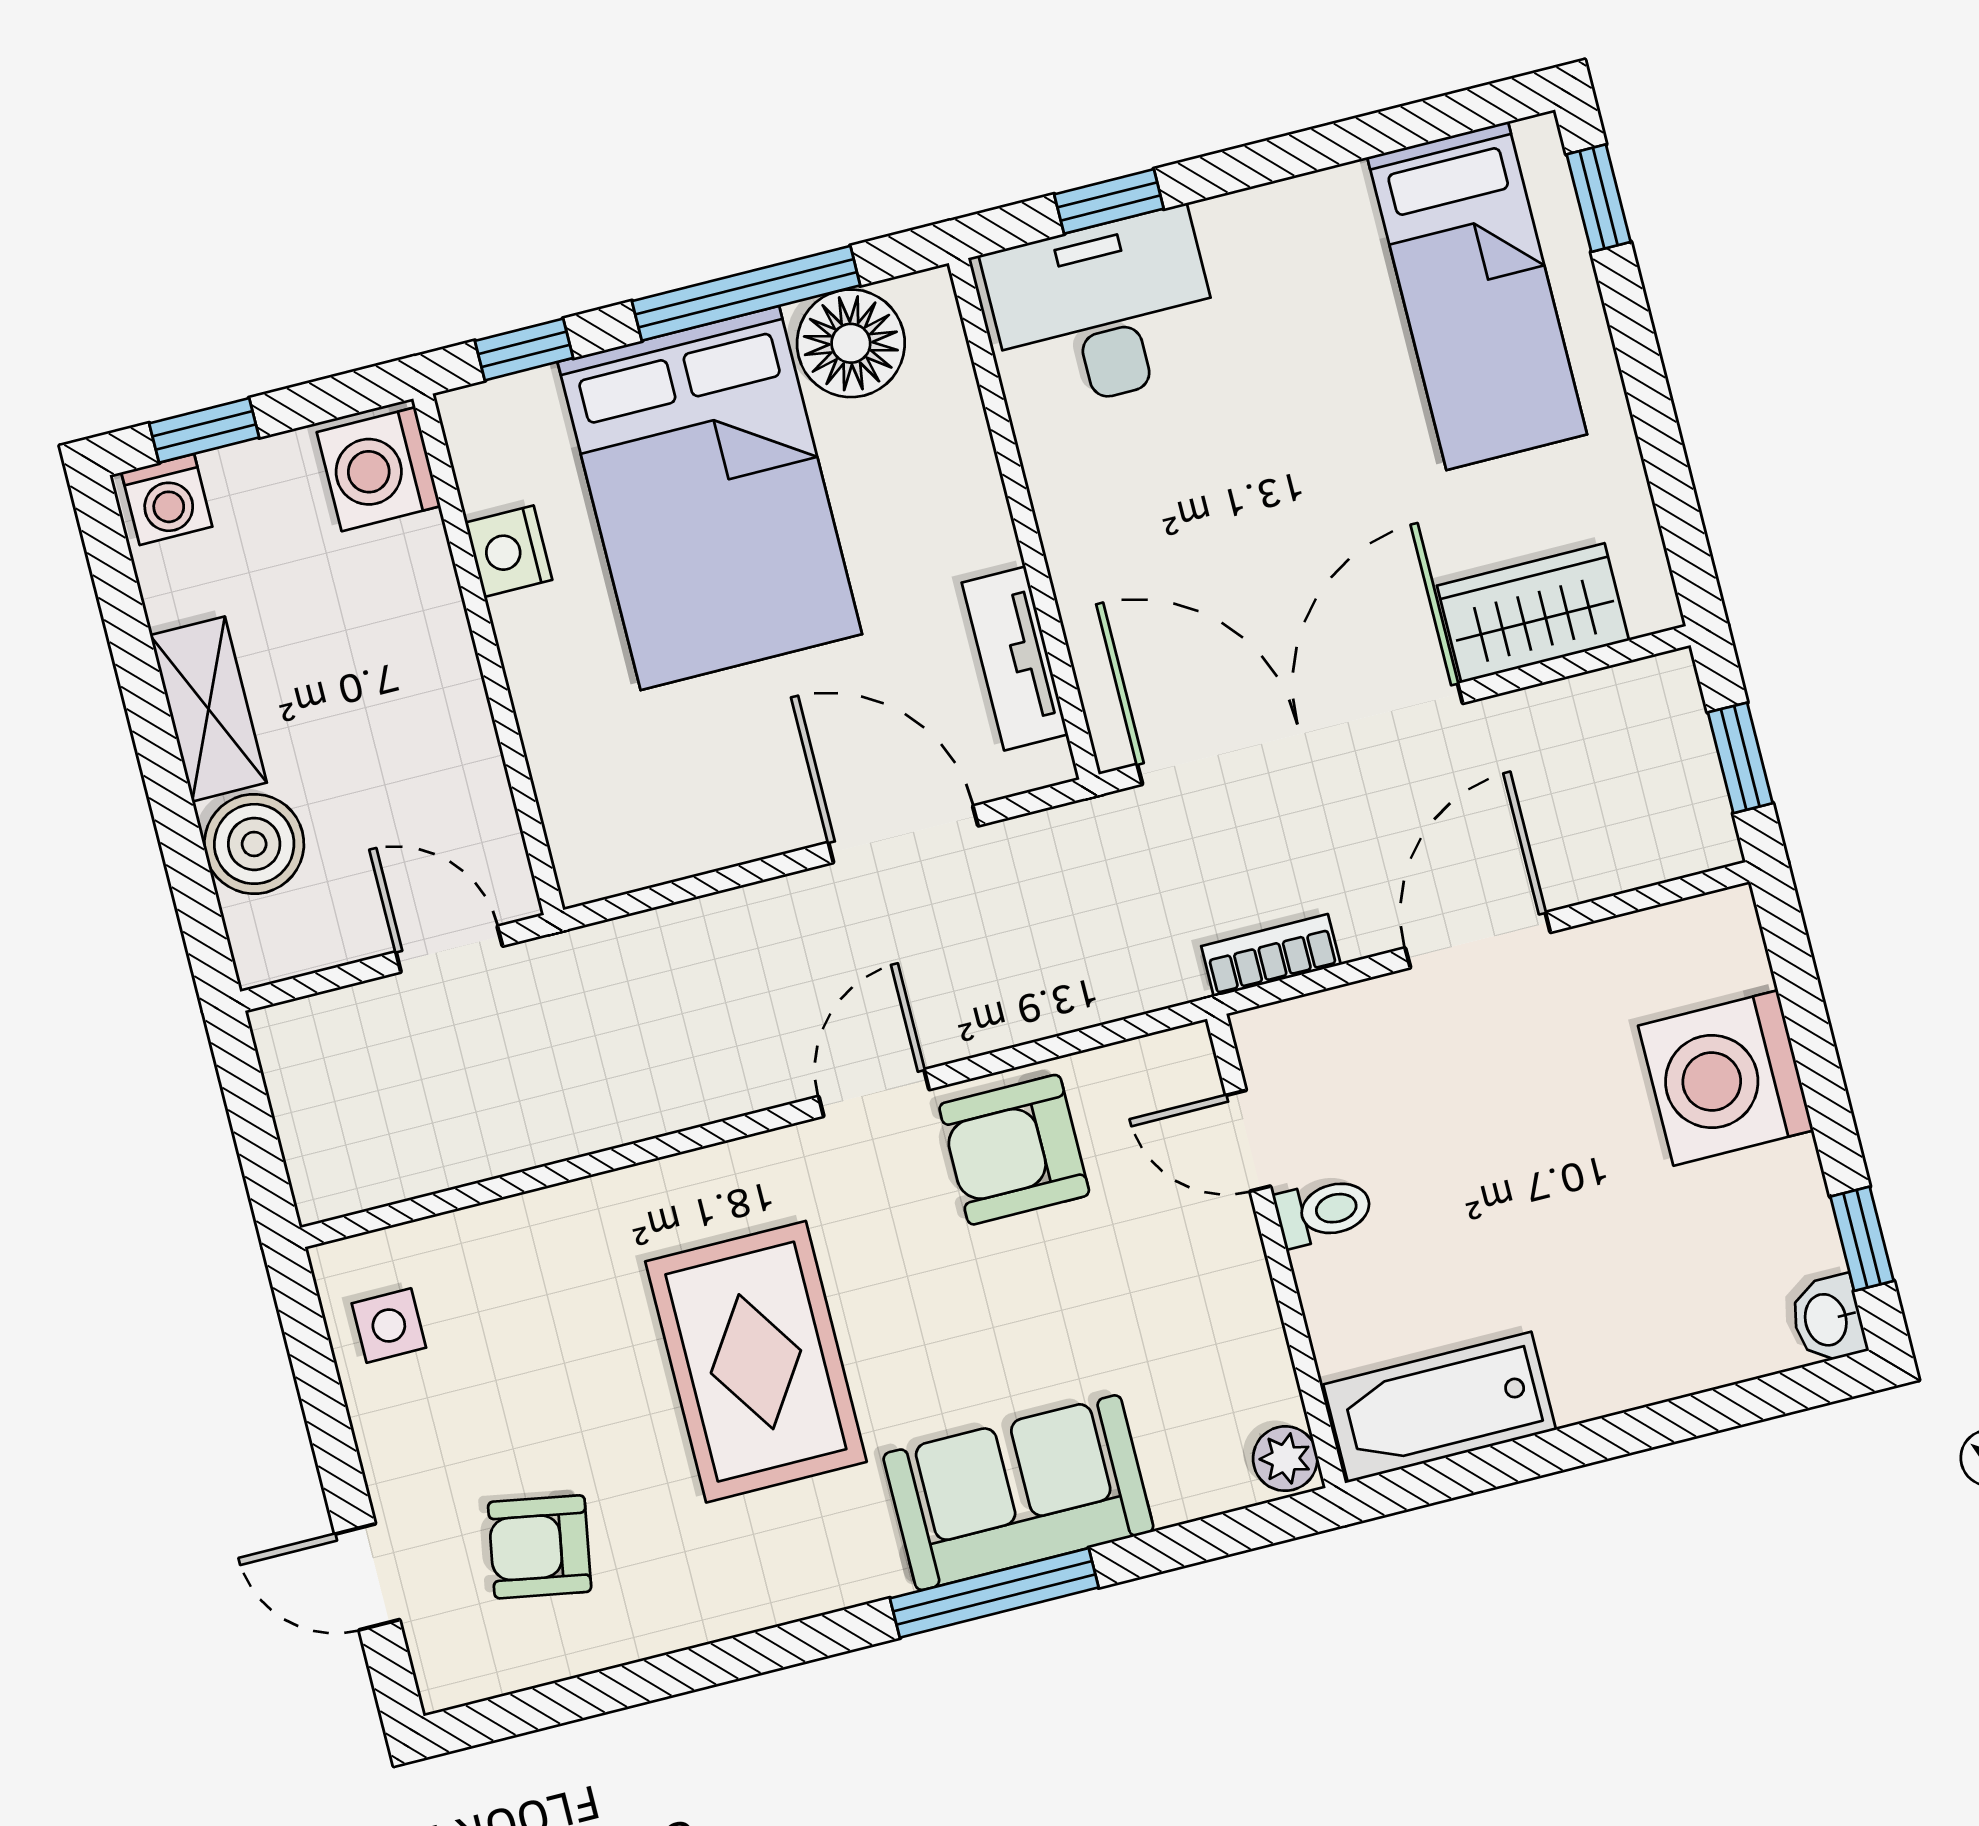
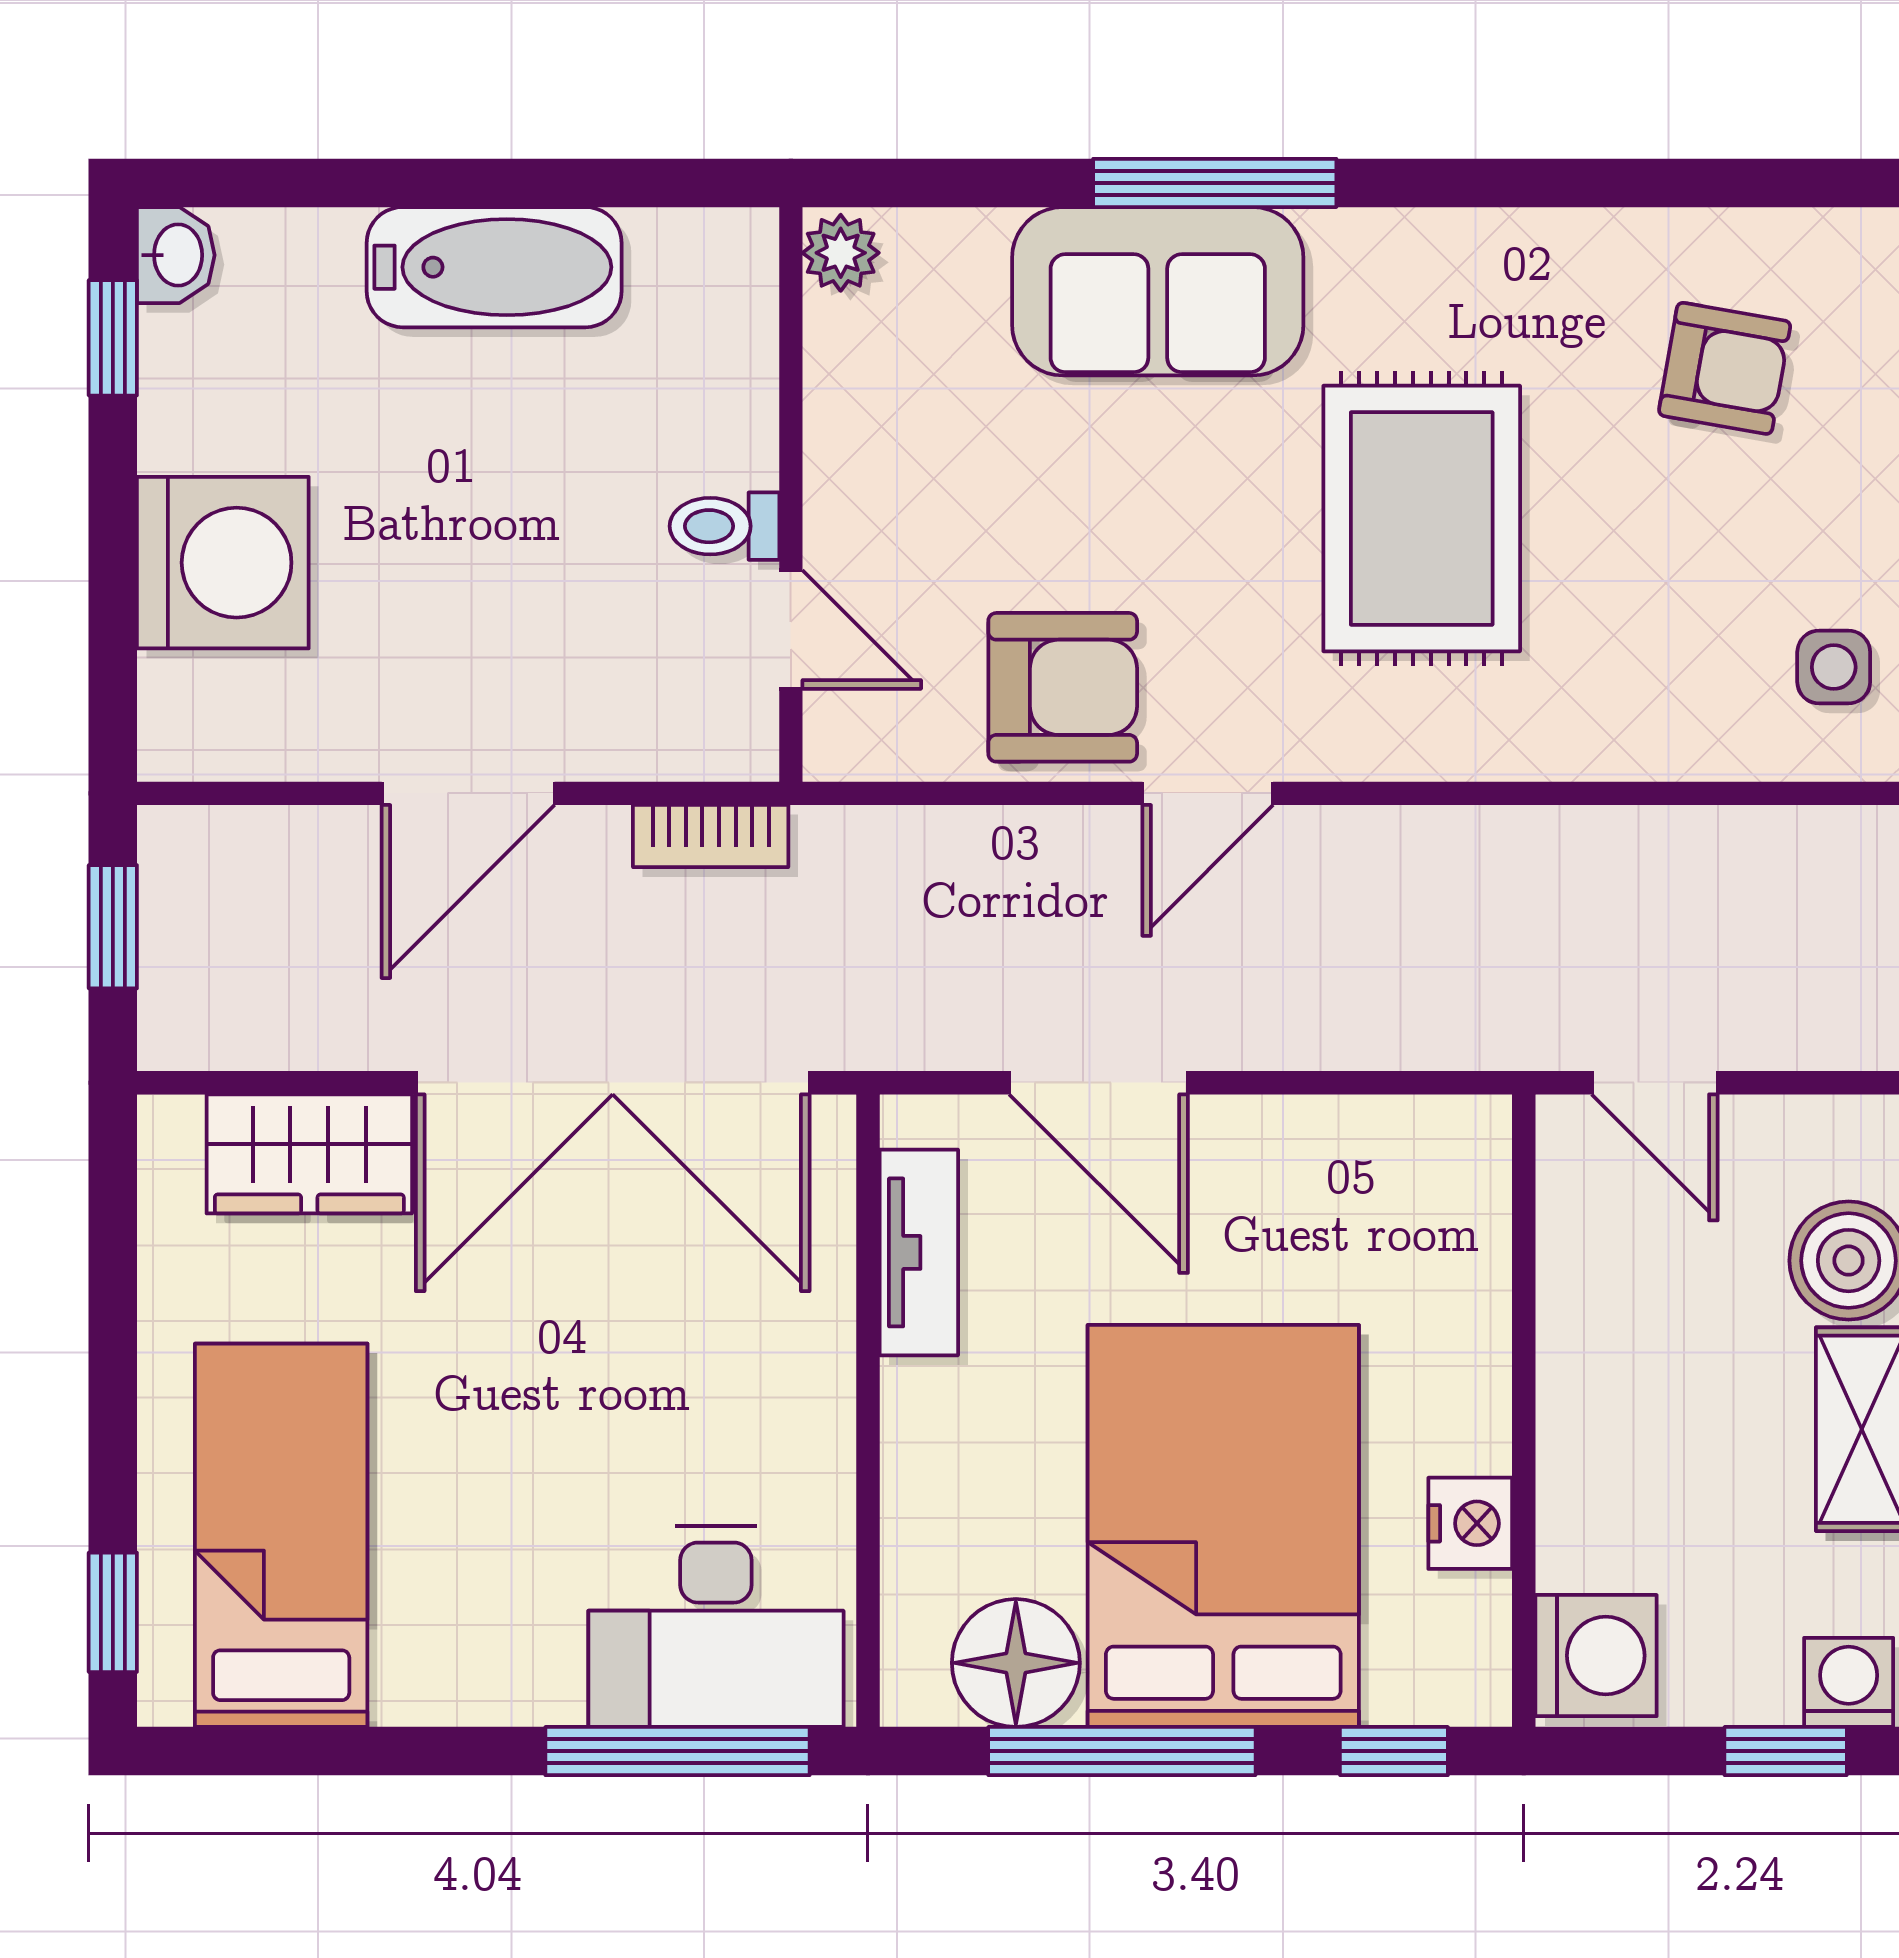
window: (1109, 201) -> (677, 1751), width x2.17
bathtub: (1440, 1407) -> (494, 267), moved

